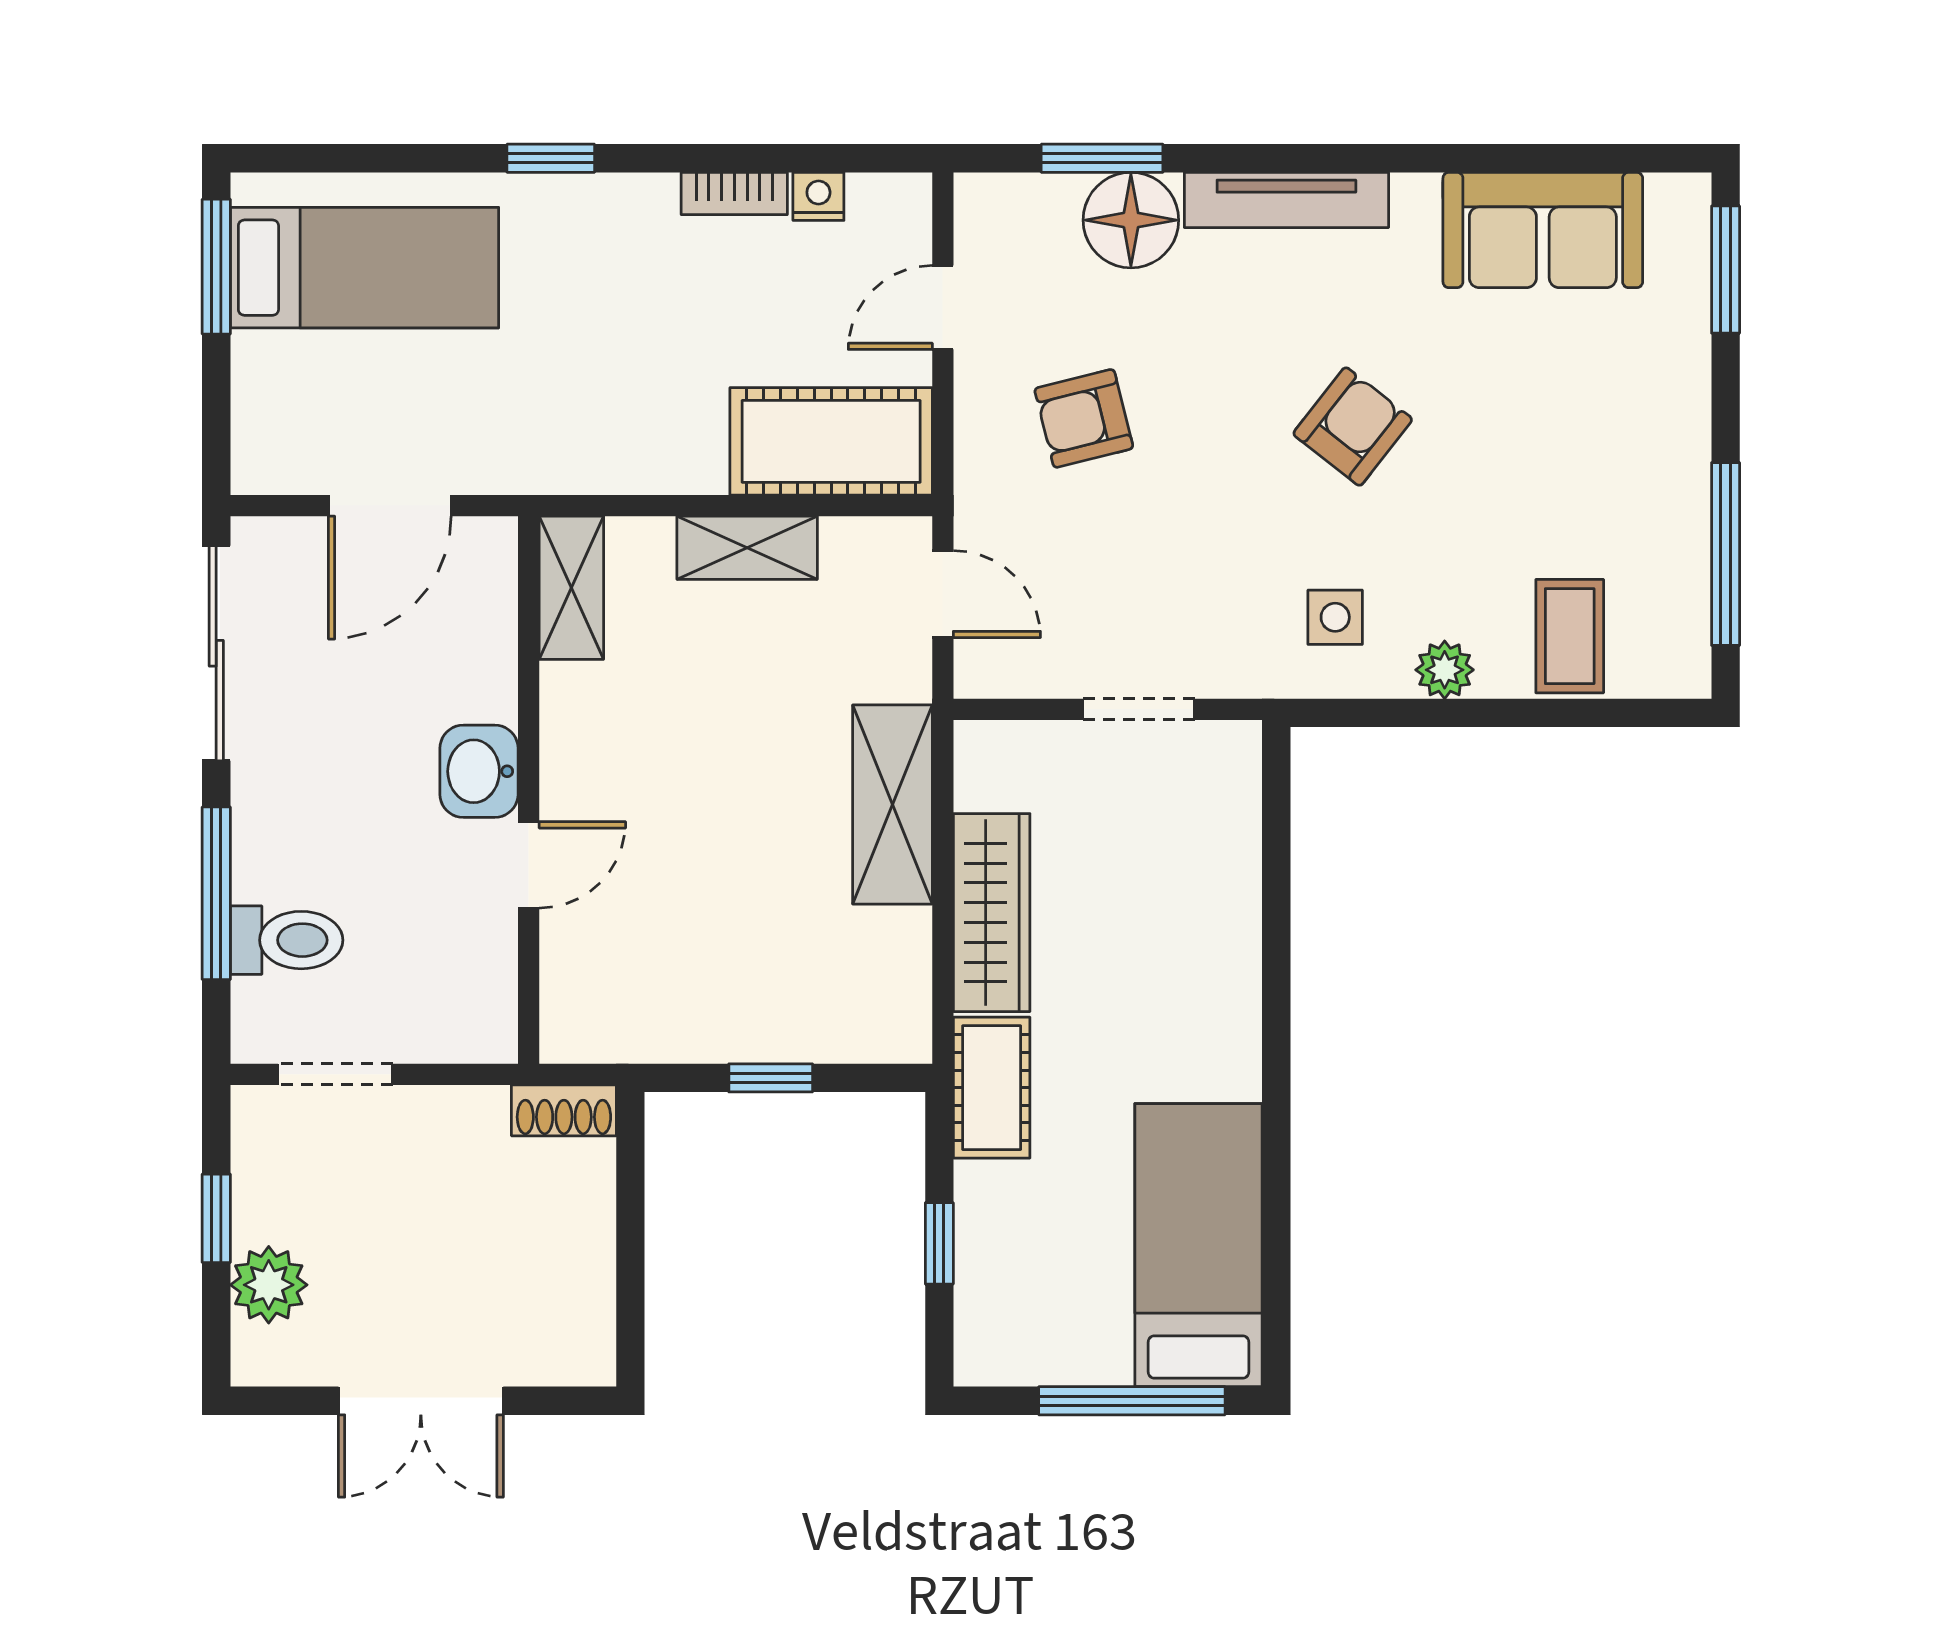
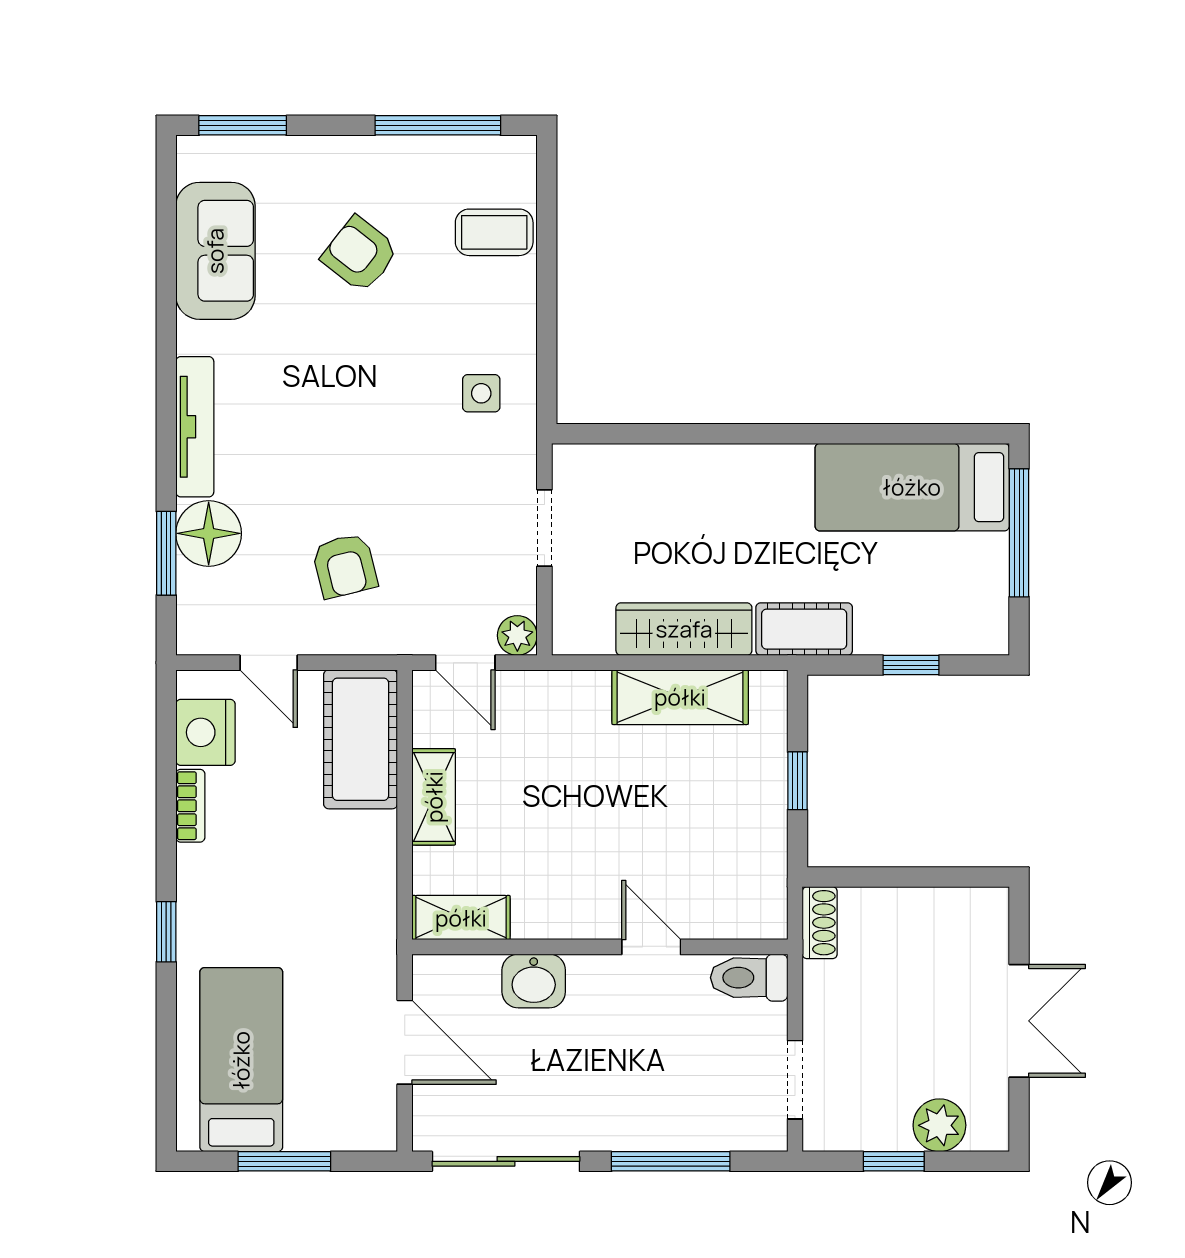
nightstand: (818, 196) -> (205, 732), width x1.89, depth x1.79
window: (216, 267) -> (284, 1161), moved
armchair: (1353, 427) -> (360, 254), moved
door: (943, 594) -> (465, 663), swing flipped
plant: (1445, 670) -> (517, 635), moved
washbasin: (479, 771) -> (534, 981), moved
shelving: (892, 804) -> (680, 697), moved
toilet: (287, 940) -> (749, 978), moved, turned -90

